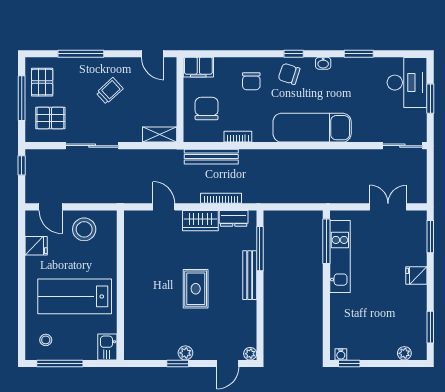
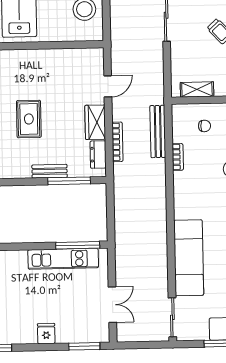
chair: (207, 109) -> (204, 126), width x0.54, depth x0.54
exam couch: (312, 128) -> (189, 258), moved
shelving: (160, 135) -> (197, 89), moved, turned 90
bench: (250, 275) -> (50, 171), width x0.73
rug: (196, 289) -> (29, 119), turned 90

